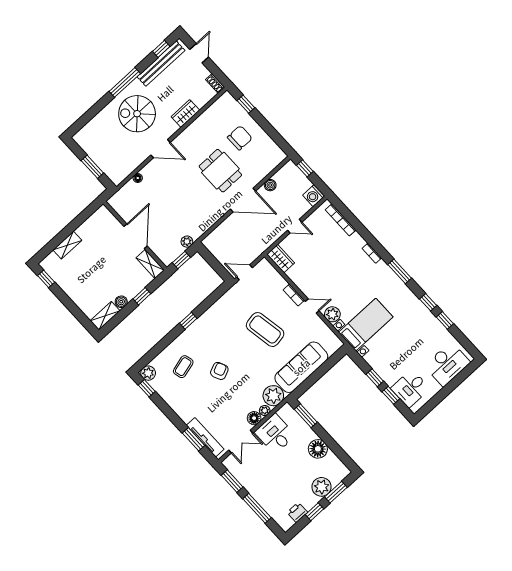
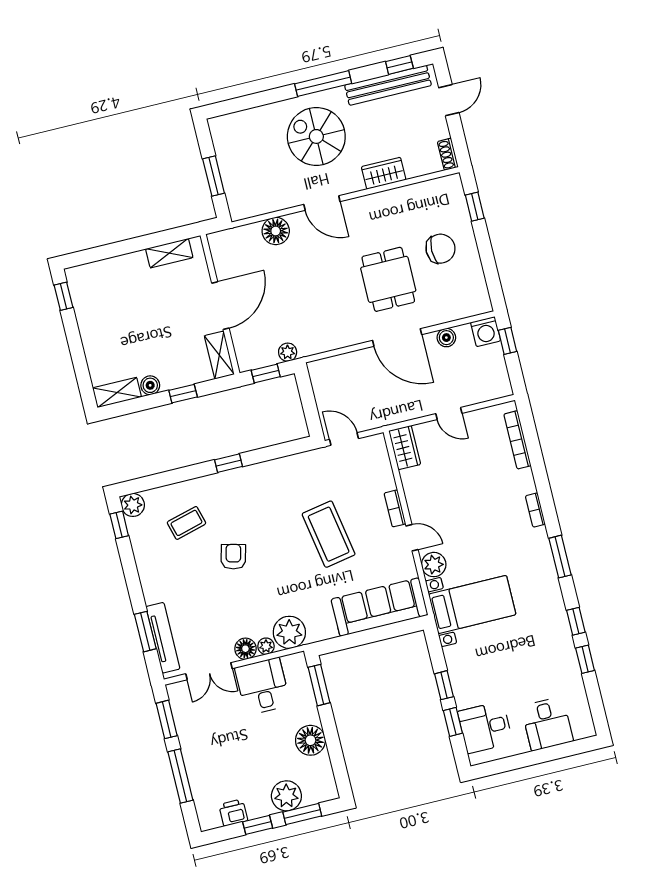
floor lamp: (138, 178) -> (276, 231), width x1.89, depth x1.89
washing machine: (314, 196) -> (486, 332), moved, turned -90
shelving: (67, 245) -> (169, 253), moved
desk: (447, 364) -> (547, 724), width x0.73
sofa: (301, 367) -> (379, 607), moved
armchair: (219, 371) -> (233, 557), turned -52

